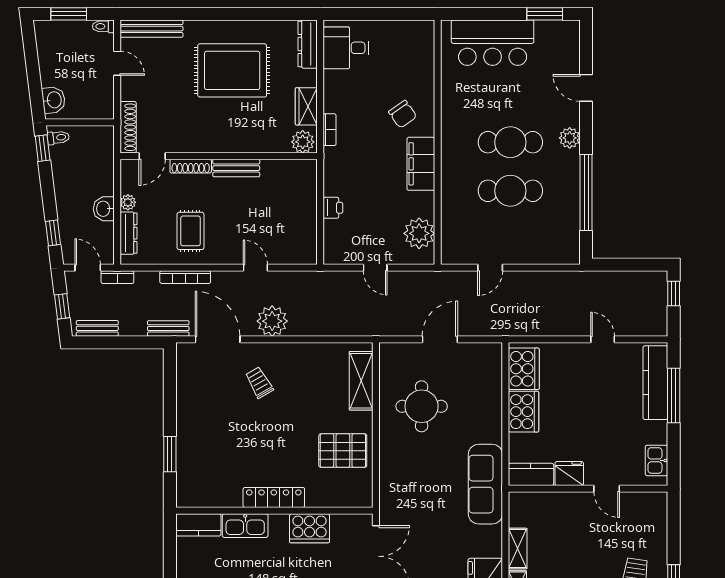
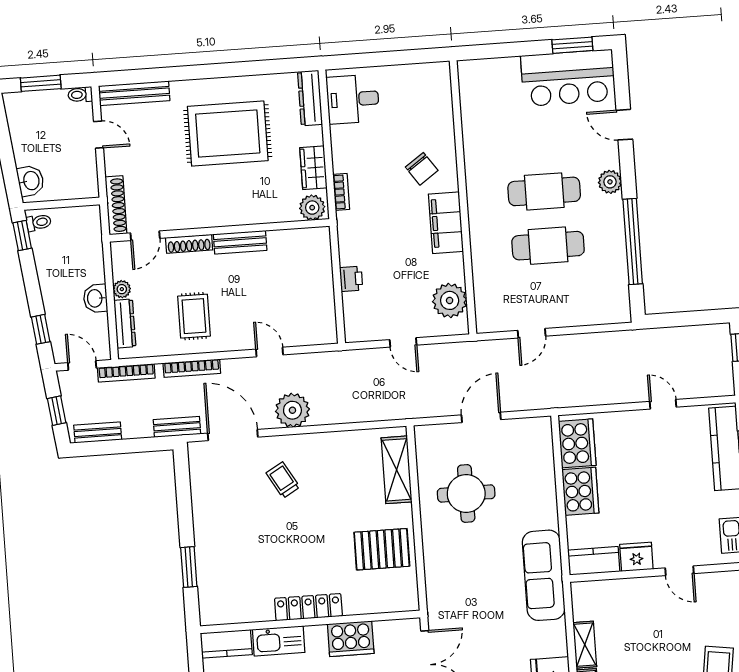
bar counter: (493, 43) -> (568, 78), moved
bookcase: (117, 277) -> (126, 373), width x1.56

